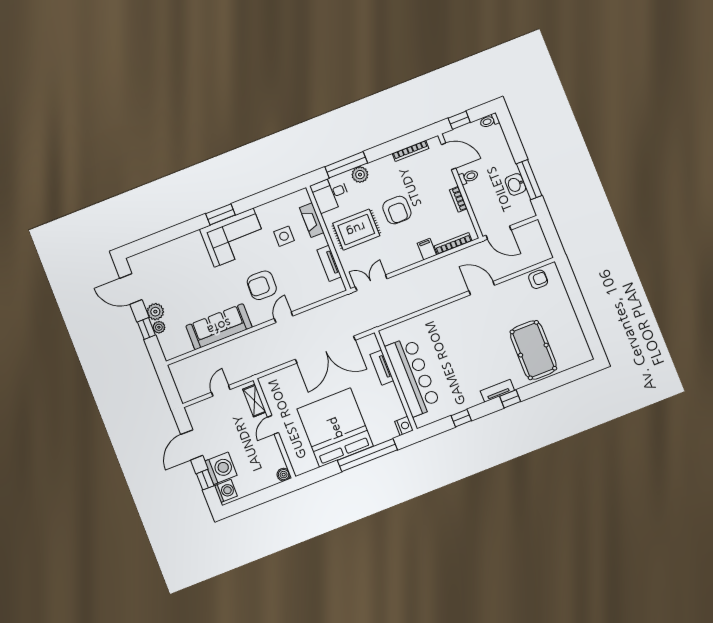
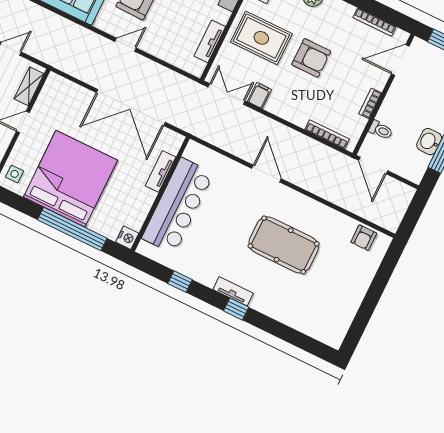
door: (449, 156) -> (400, 60), swing flipped
toilet: (469, 177) -> (381, 130), moved
armchair: (397, 210) -> (311, 58), turned -90
filing cabinet: (427, 249) -> (259, 95), moved
armchair: (538, 279) -> (364, 238), turned 90
door: (482, 288) -> (266, 174), moved
pool table: (533, 350) -> (284, 245), moved, turned 90
side table: (300, 460) -> (15, 174), added

